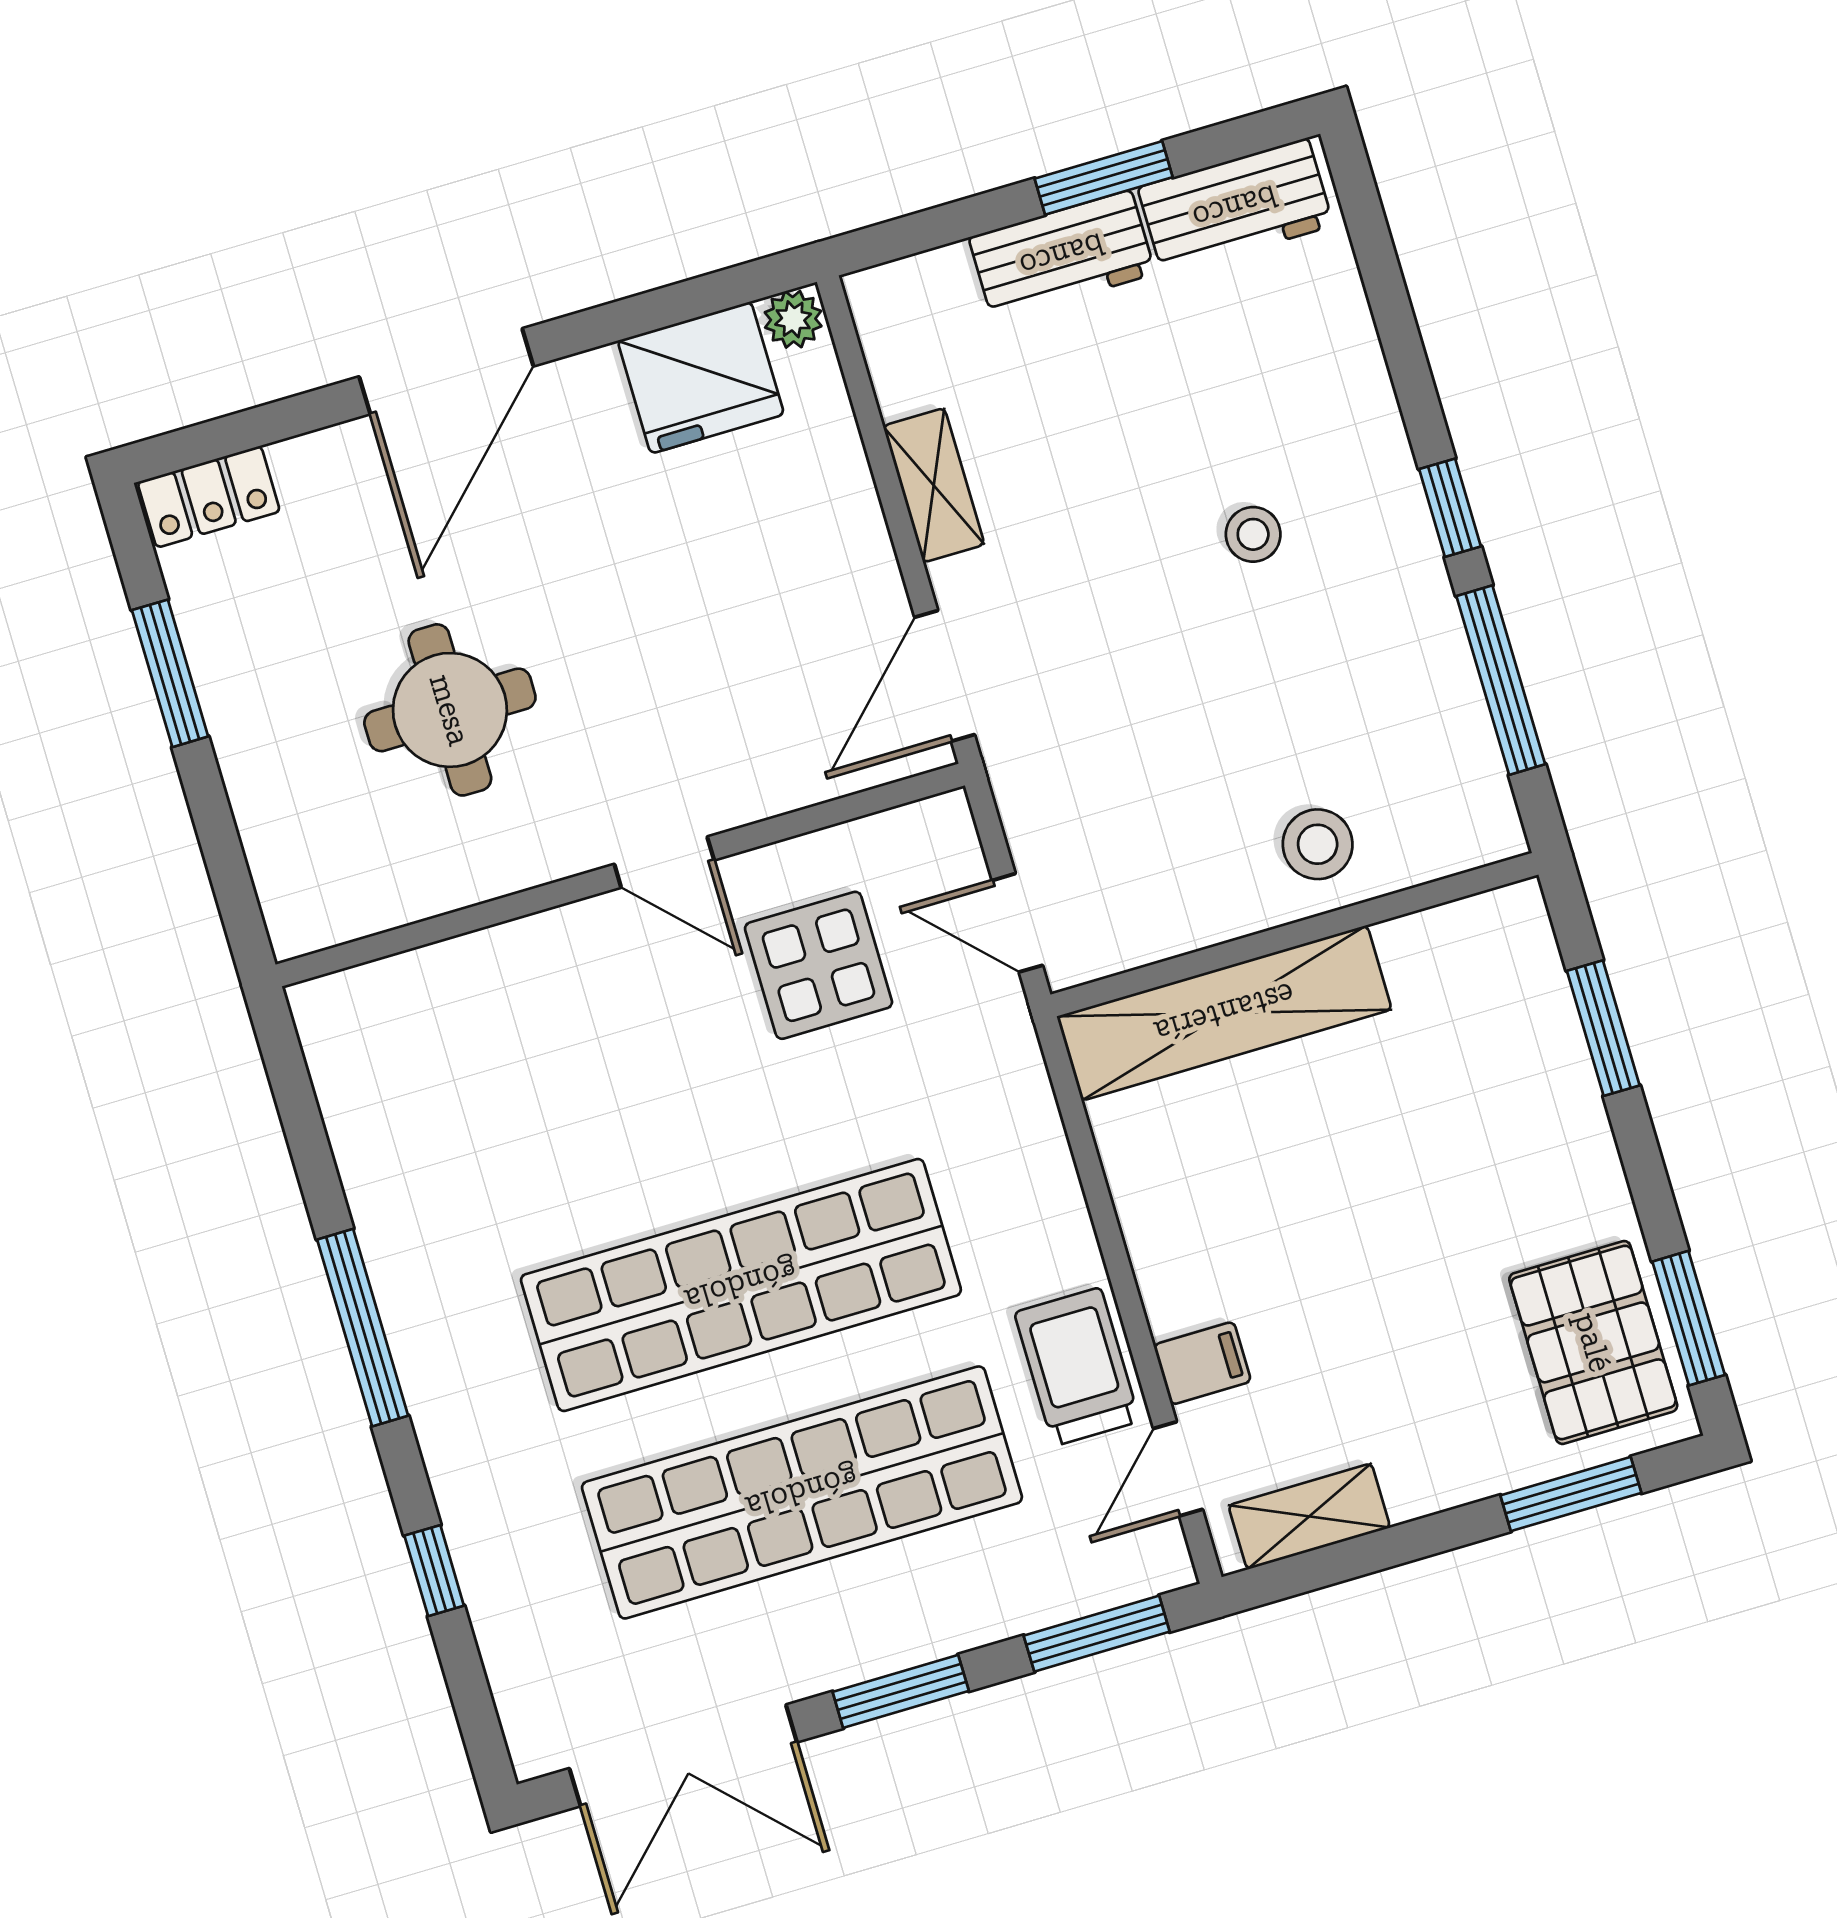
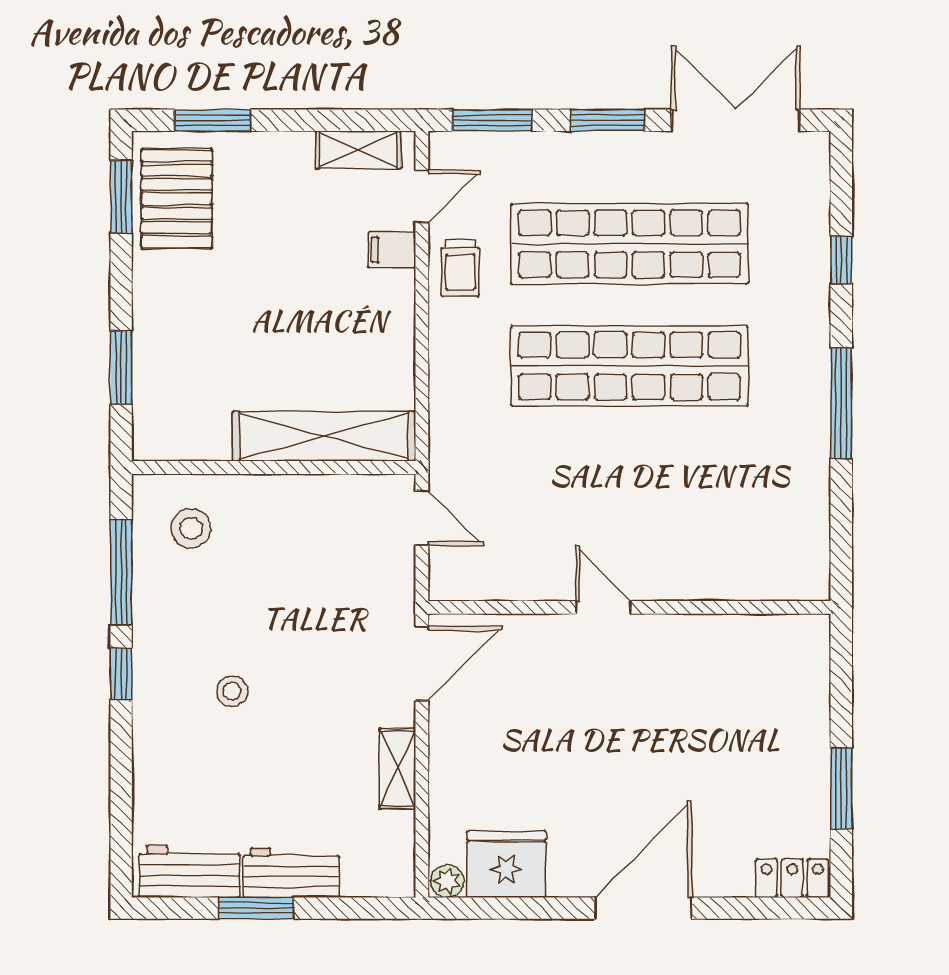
round table: (450, 710) -> (695, 724), removed
stool: (1318, 844) -> (191, 528), moved
display table: (819, 965) -> (536, 527), removed
trolley: (1077, 1367) -> (460, 268), width x0.73, depth x0.72

